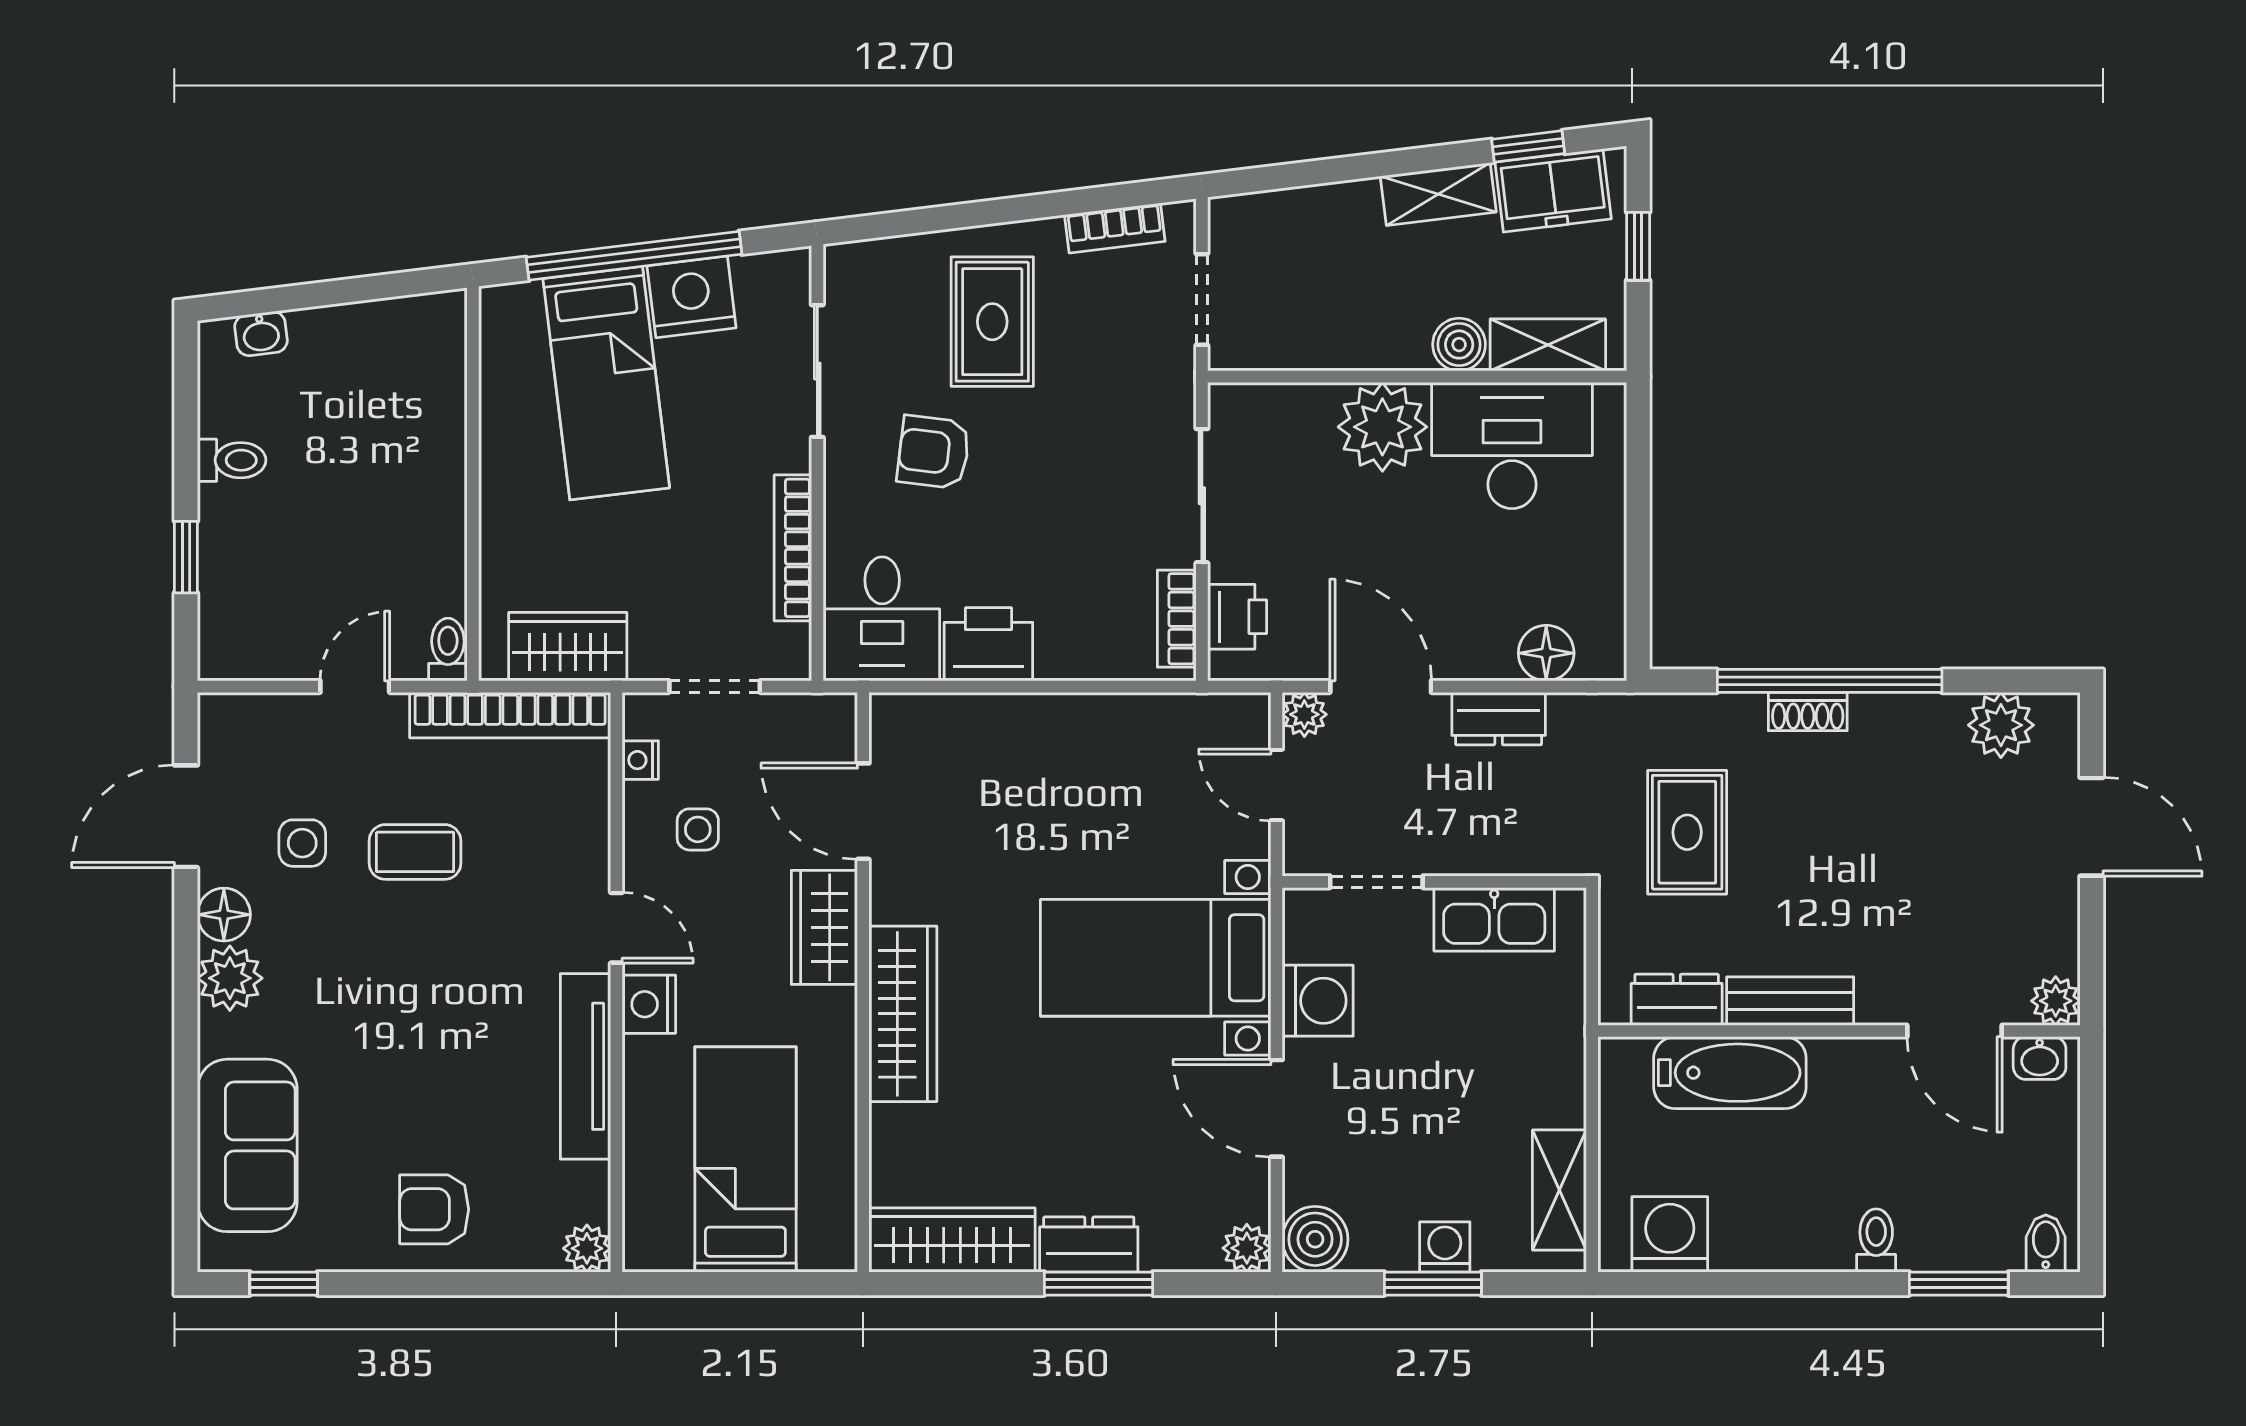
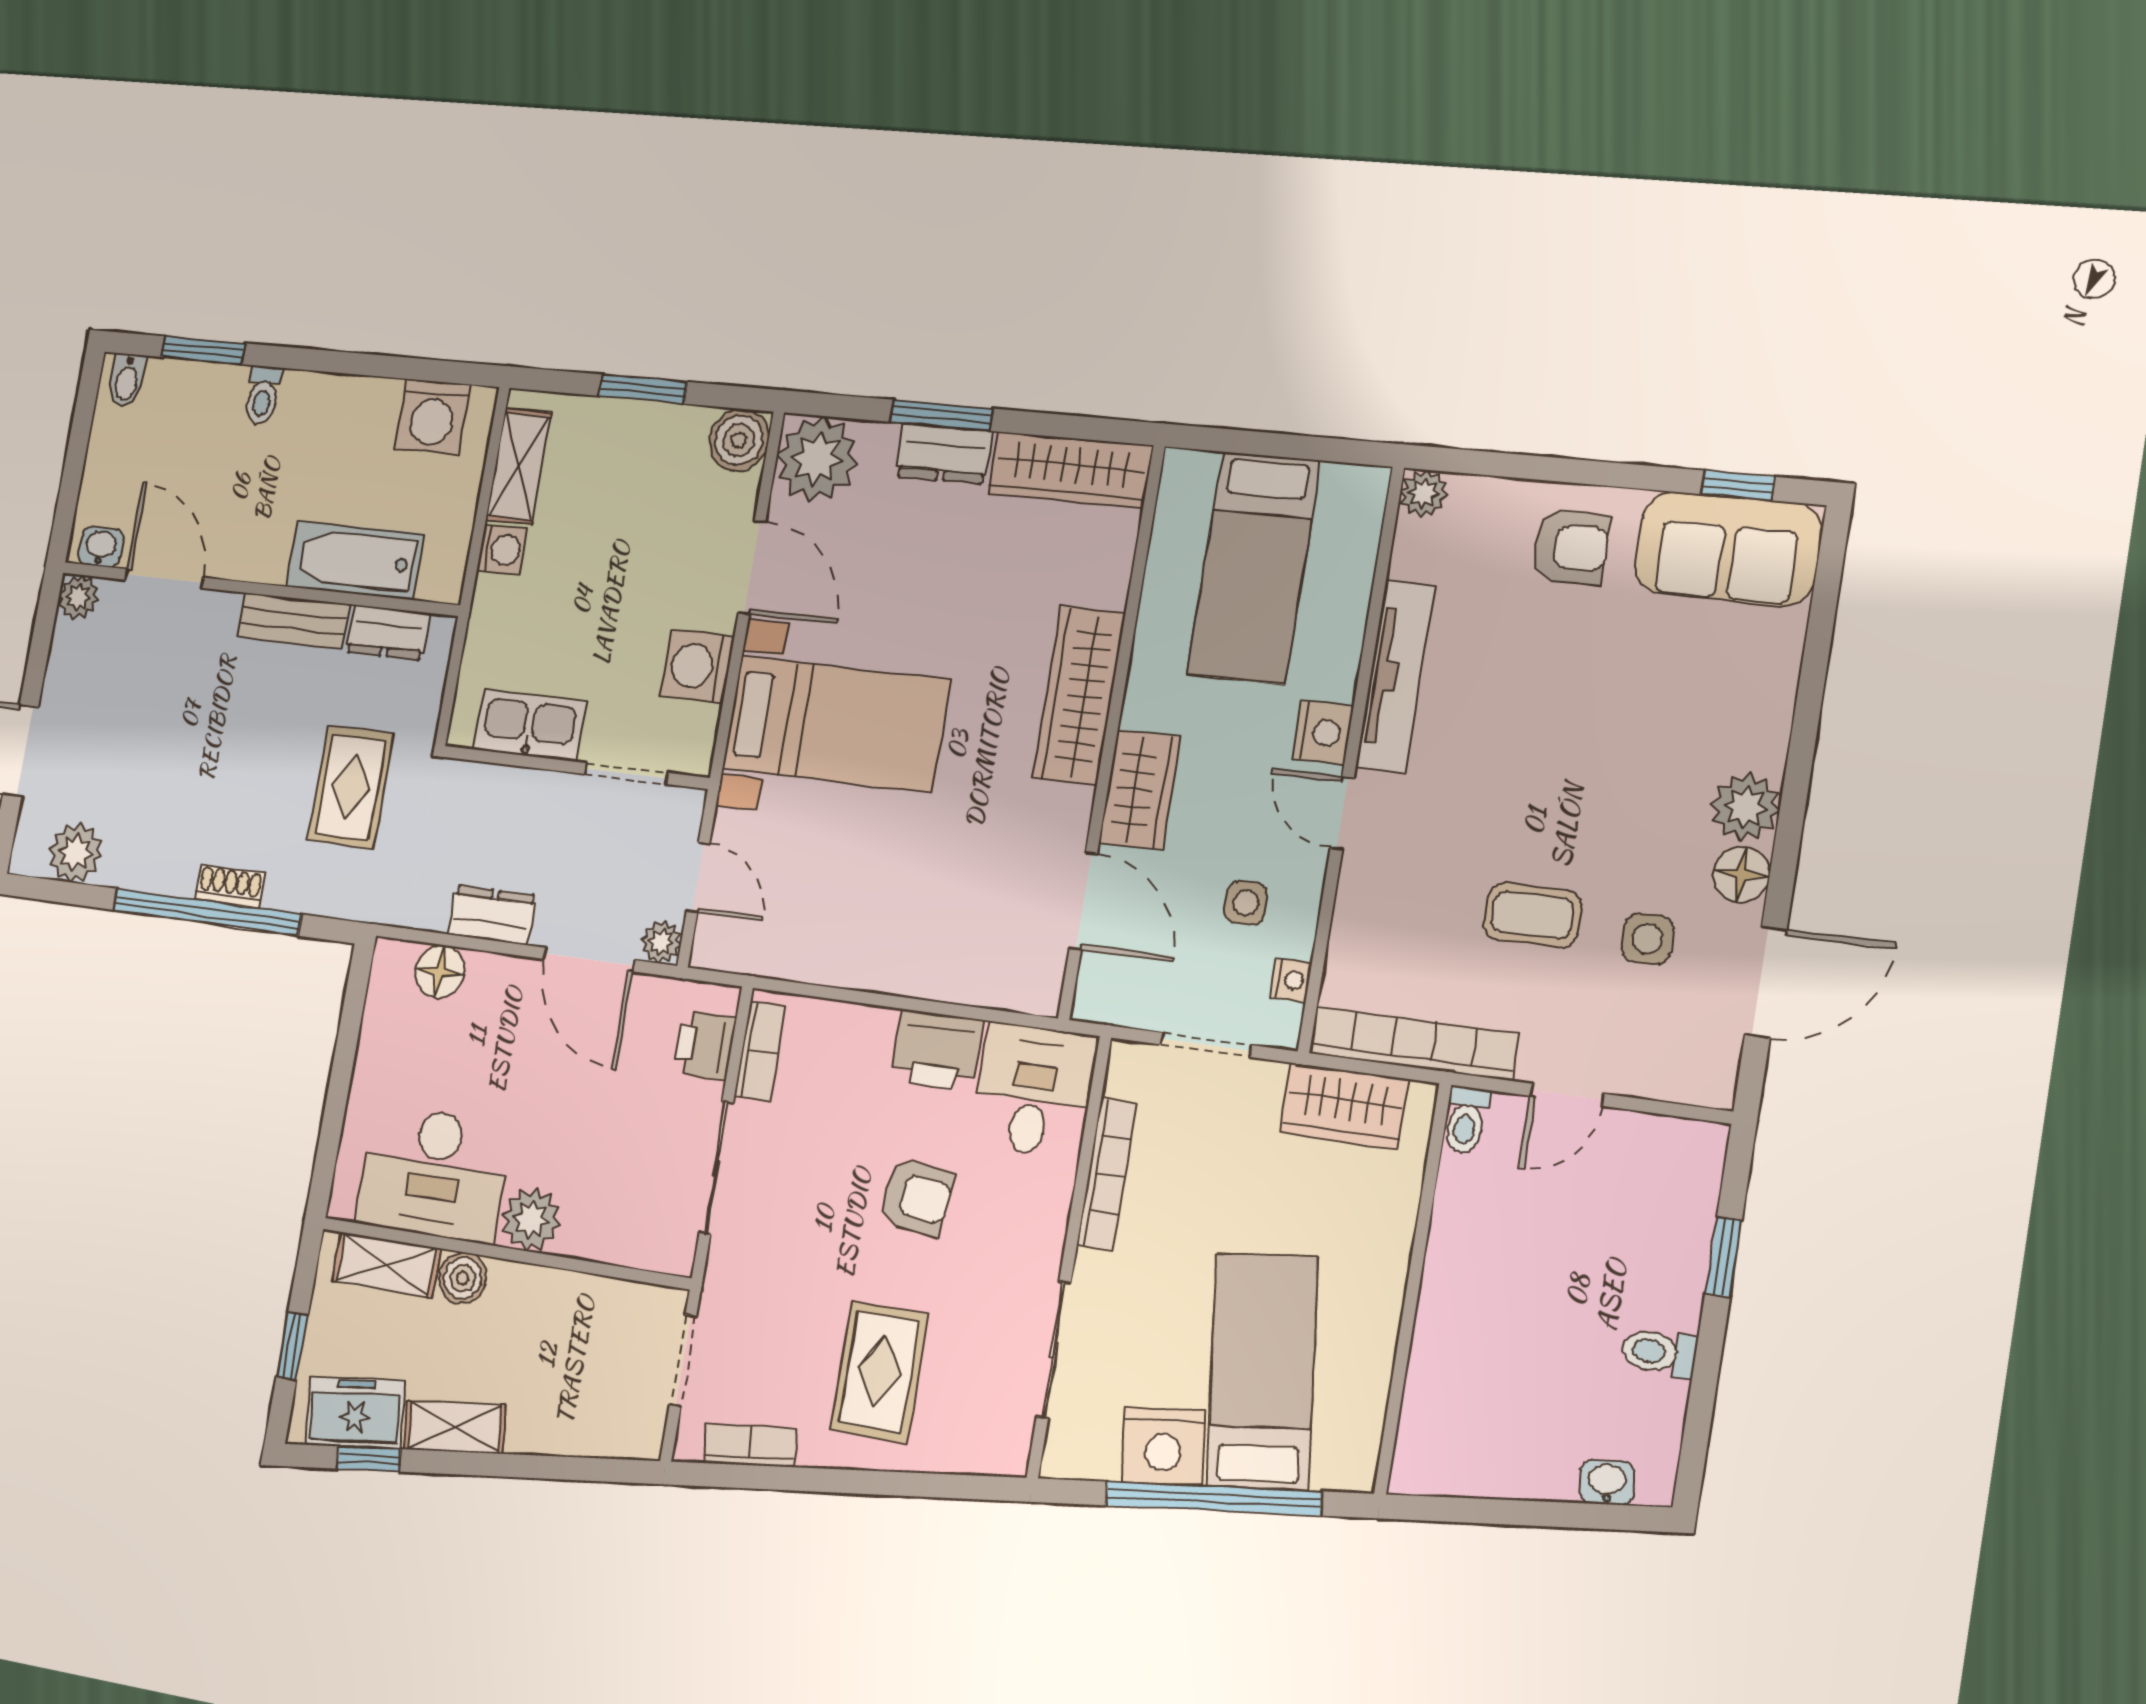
plant: (1382, 427) -> (531, 1219), width x0.73, depth x0.73
armchair: (934, 452) -> (916, 1197), moved
sofa: (247, 1145) -> (1728, 549), moved, turned -90
washing machine: (1445, 1247) -> (502, 550), moved, turned -90
plant: (1247, 1248) -> (817, 459), width x1.87, depth x1.87

